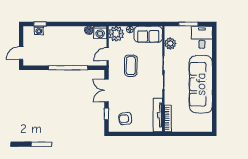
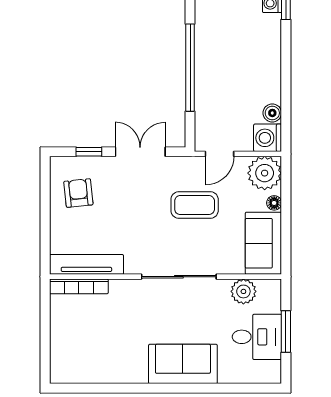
desk: (202, 37) -> (257, 337), moved
door: (108, 54) -> (220, 154), swing flipped
sofa: (201, 84) -> (183, 364), width x0.54, depth x0.79

